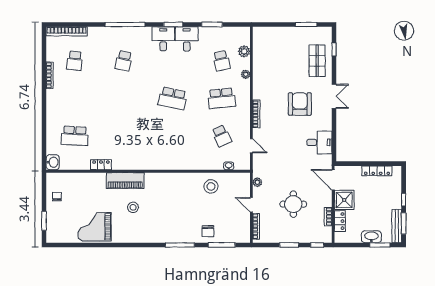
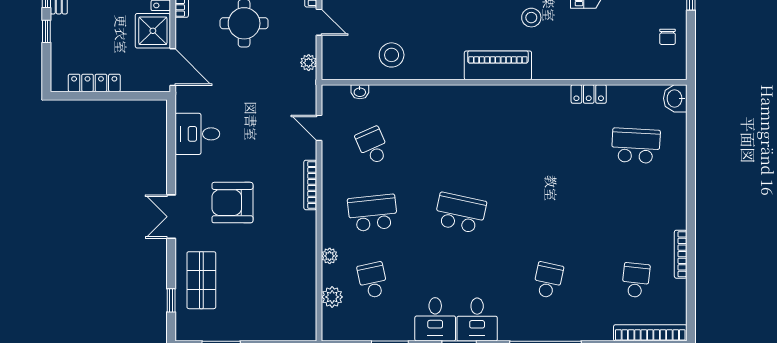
armchair: (300, 104) -> (232, 203), turned 90
piano: (125, 181) -> (498, 65), moved

